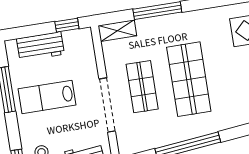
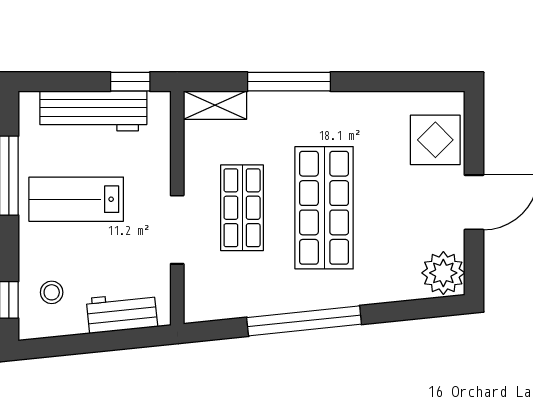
workbench: (40, 46) -> (93, 111), width x1.38
doorway: (107, 105) -> (177, 230), width x0.73

